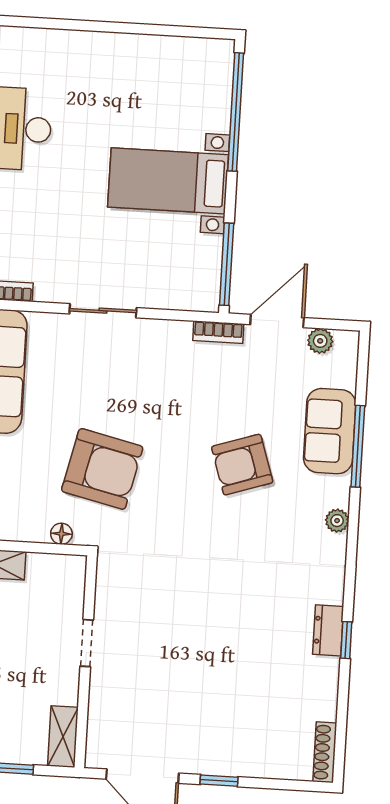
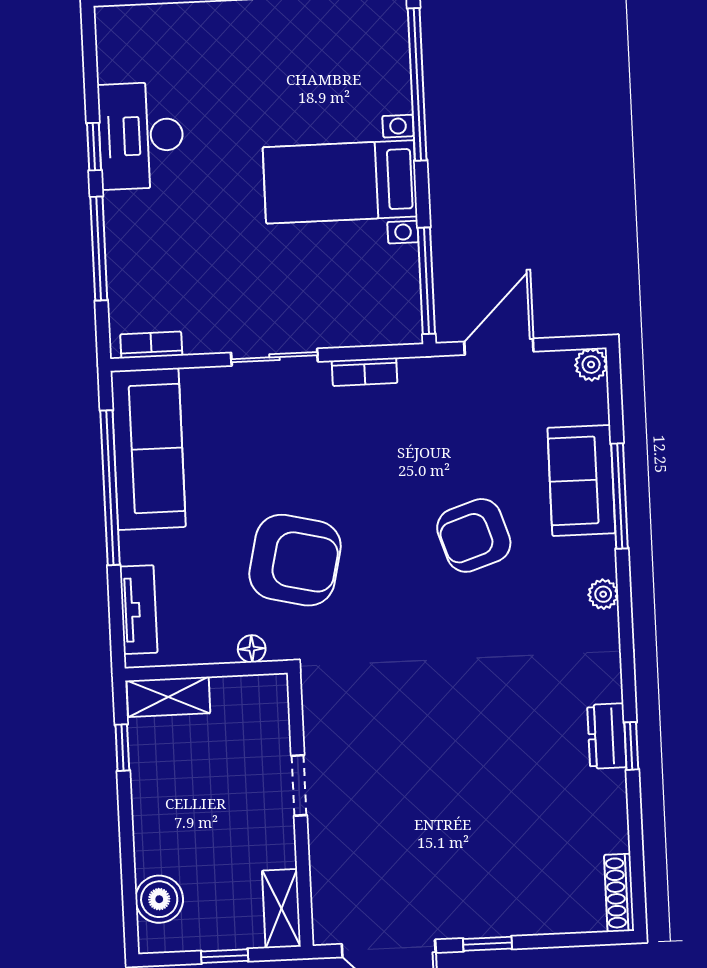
bookcase: (218, 332) -> (365, 372), moved
plant: (320, 341) -> (591, 365), moved

